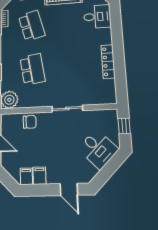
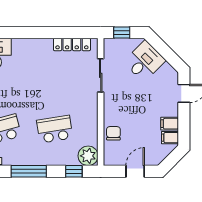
locker: (108, 62) -> (72, 44), moved
sliding door: (67, 109) -> (101, 75), moved

